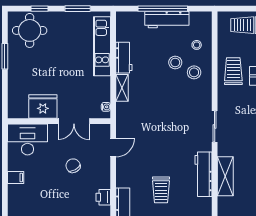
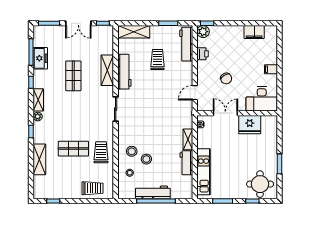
trolley: (233, 71) -> (101, 152), turned 180

